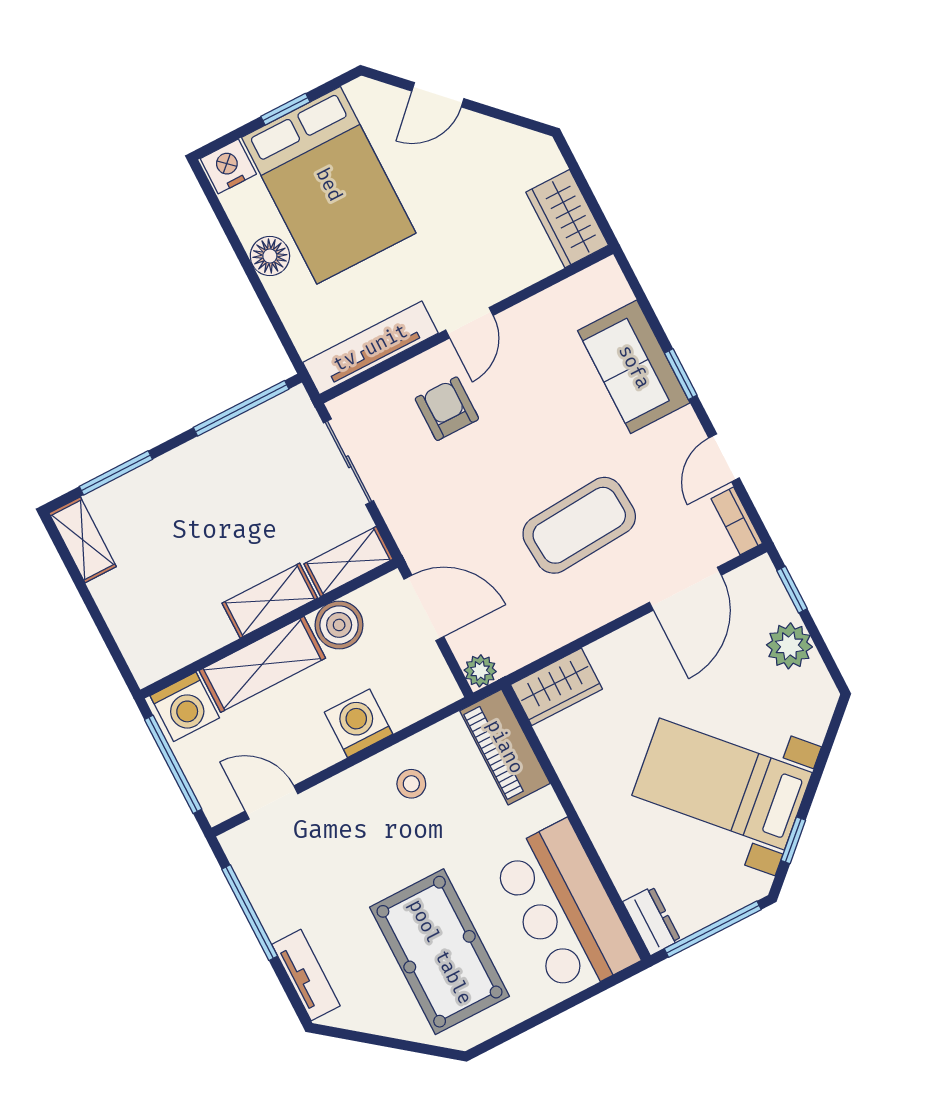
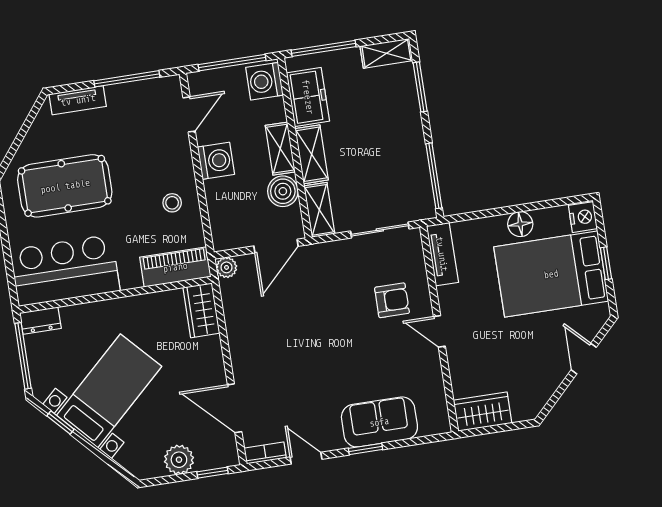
tv unit: (371, 348) -> (442, 254), width x0.71
coffee table: (579, 525) -> (295, 357), removed
window: (107, 635) -> (324, 48), added
freezer: (187, 635) -> (308, 97), added
shelving: (262, 664) -> (280, 149), width x0.67, depth x0.75
washing machine: (359, 723) -> (216, 161), moved

